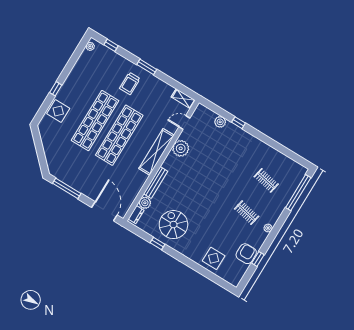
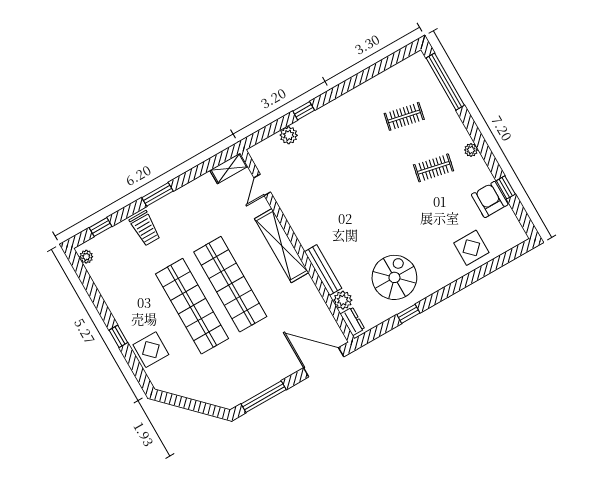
trolley: (130, 84) -> (145, 228), moved
plant: (181, 148) -> (295, 210), removed
spiral stairs: (173, 225) -> (394, 277), turned 90

